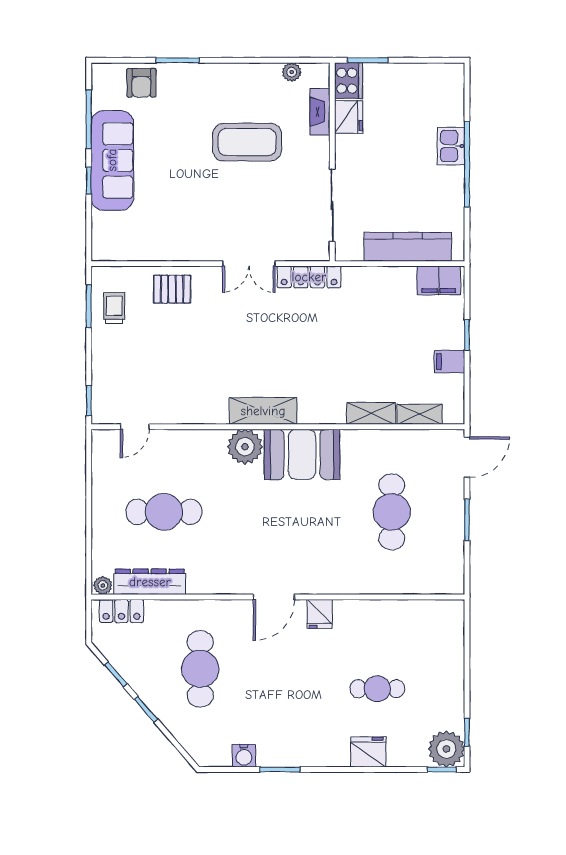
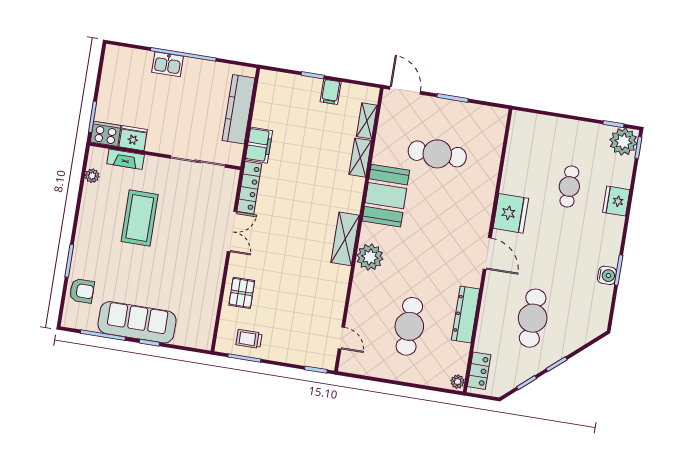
filing cabinet: (439, 280) -> (259, 145), moved
booth: (302, 454) -> (386, 196), moved
dresser: (150, 582) -> (466, 315), moved
fridge: (320, 614) -> (511, 213), width x1.88, depth x1.34
cafe table: (200, 669) -> (533, 318), turned 90
water cooler: (244, 756) -> (607, 275), moved

